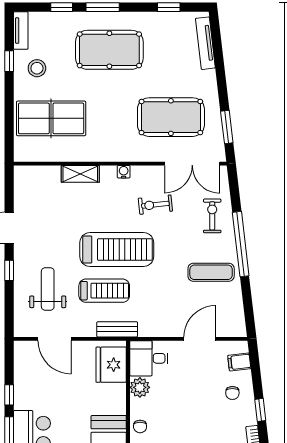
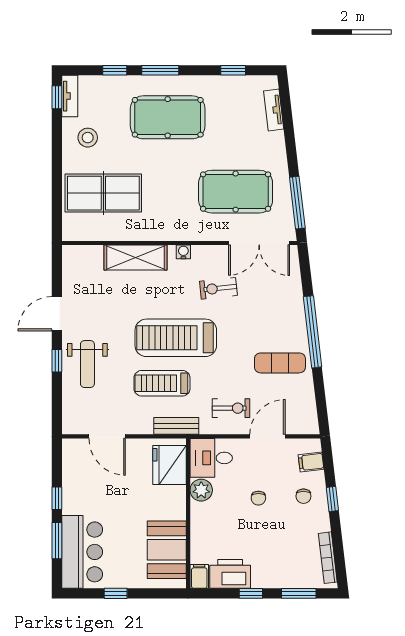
tv unit: (205, 43) -> (274, 110), width x0.71
window: (9, 61) -> (57, 97), moved
window: (227, 127) -> (297, 203), width x1.44
shelving: (80, 174) -> (136, 258), width x1.50, depth x1.33
exercise bike: (212, 216) -> (231, 408), moved, turned 90
treadmill: (117, 250) -> (176, 338), turned 180
weight bench: (48, 289) -> (87, 364), moved, turned 180
treadmill: (104, 291) -> (162, 383), turned 180
window: (260, 410) -> (332, 499), moved
chair: (140, 426) -> (258, 498), moved

